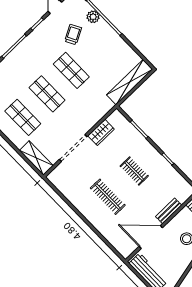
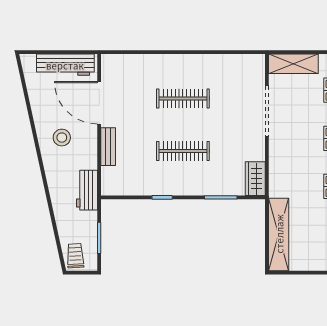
wardrobe: (101, 132) -> (255, 179), moved
clothes rail: (134, 171) -> (183, 151), width x1.36
door: (151, 237) -> (99, 103), swing flipped

